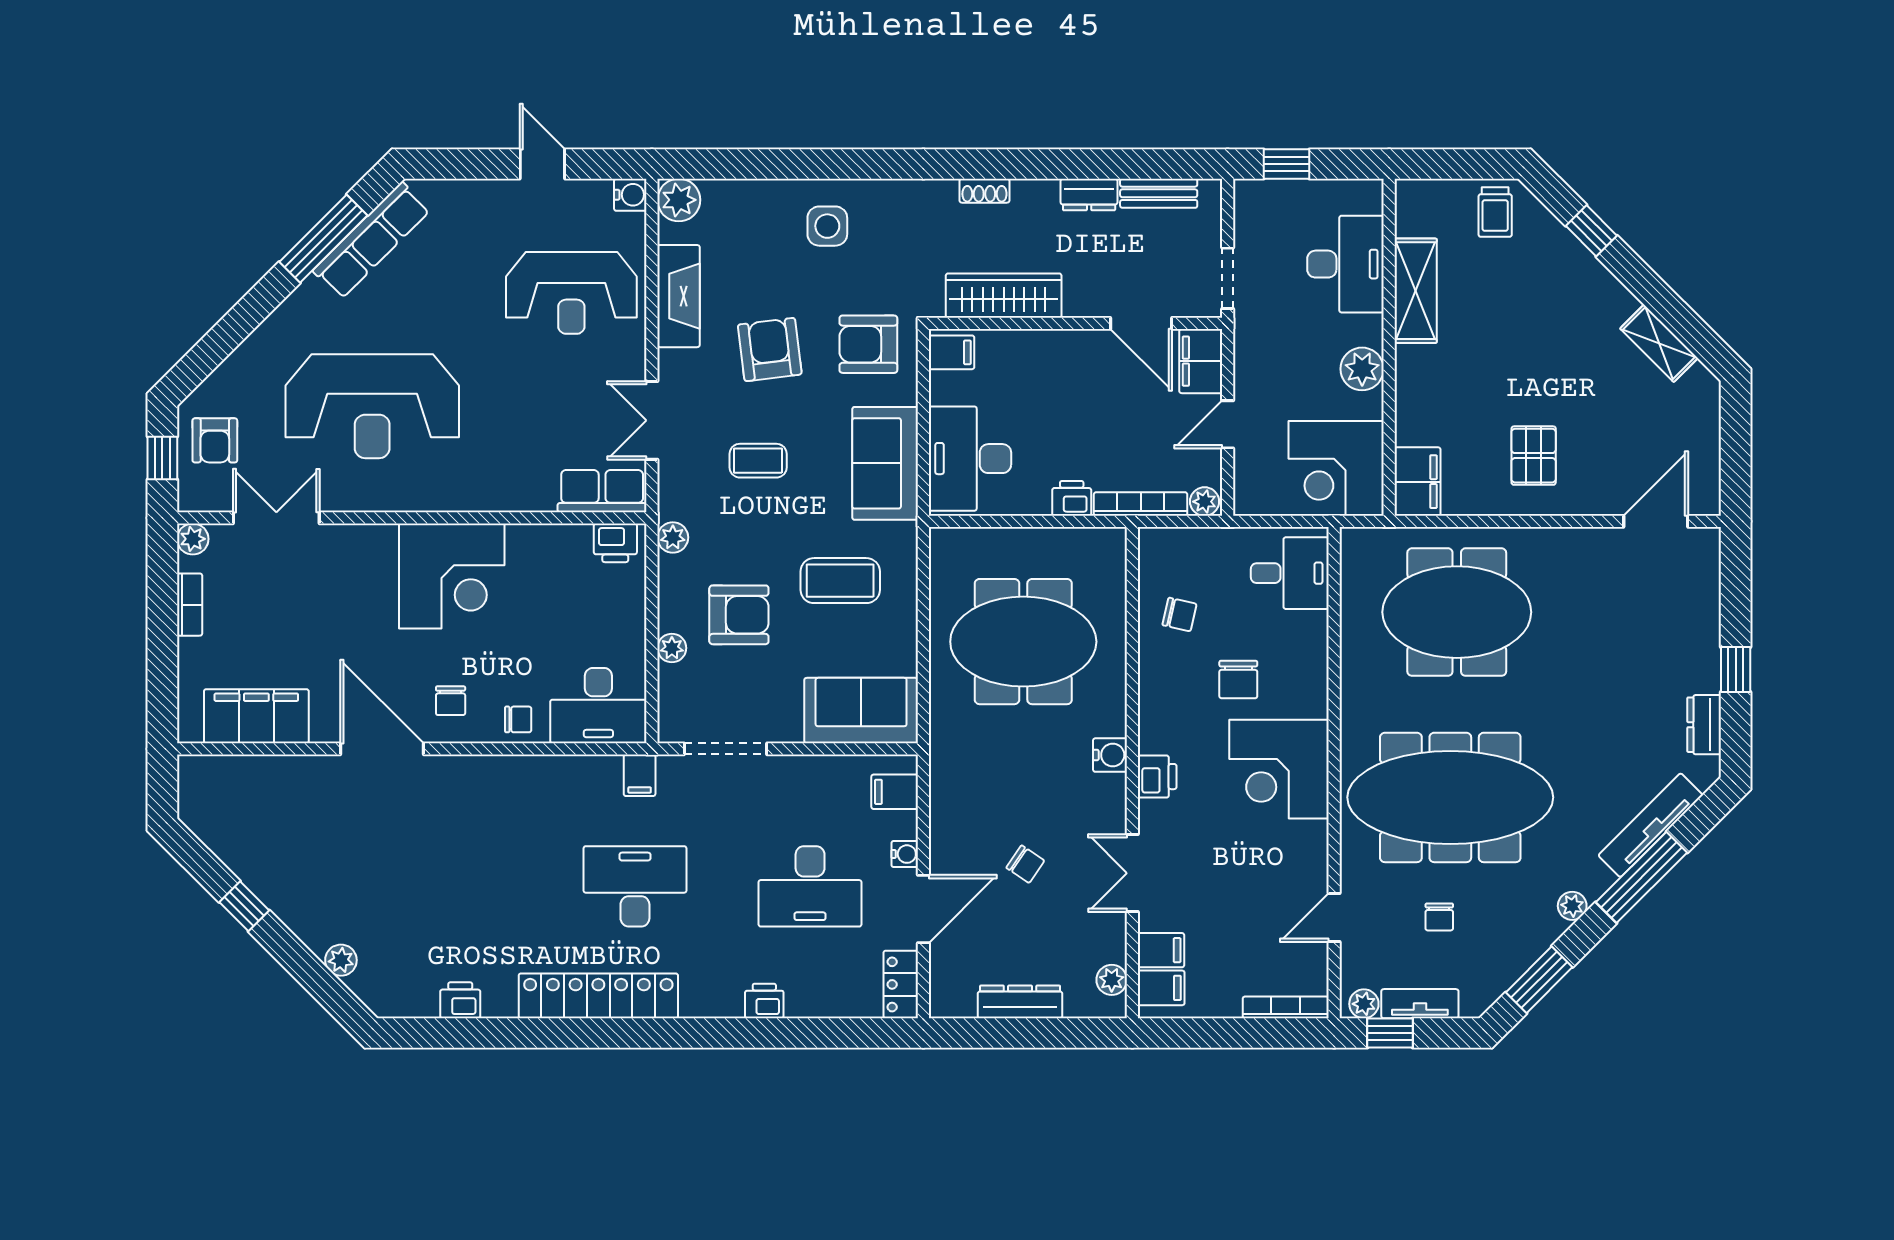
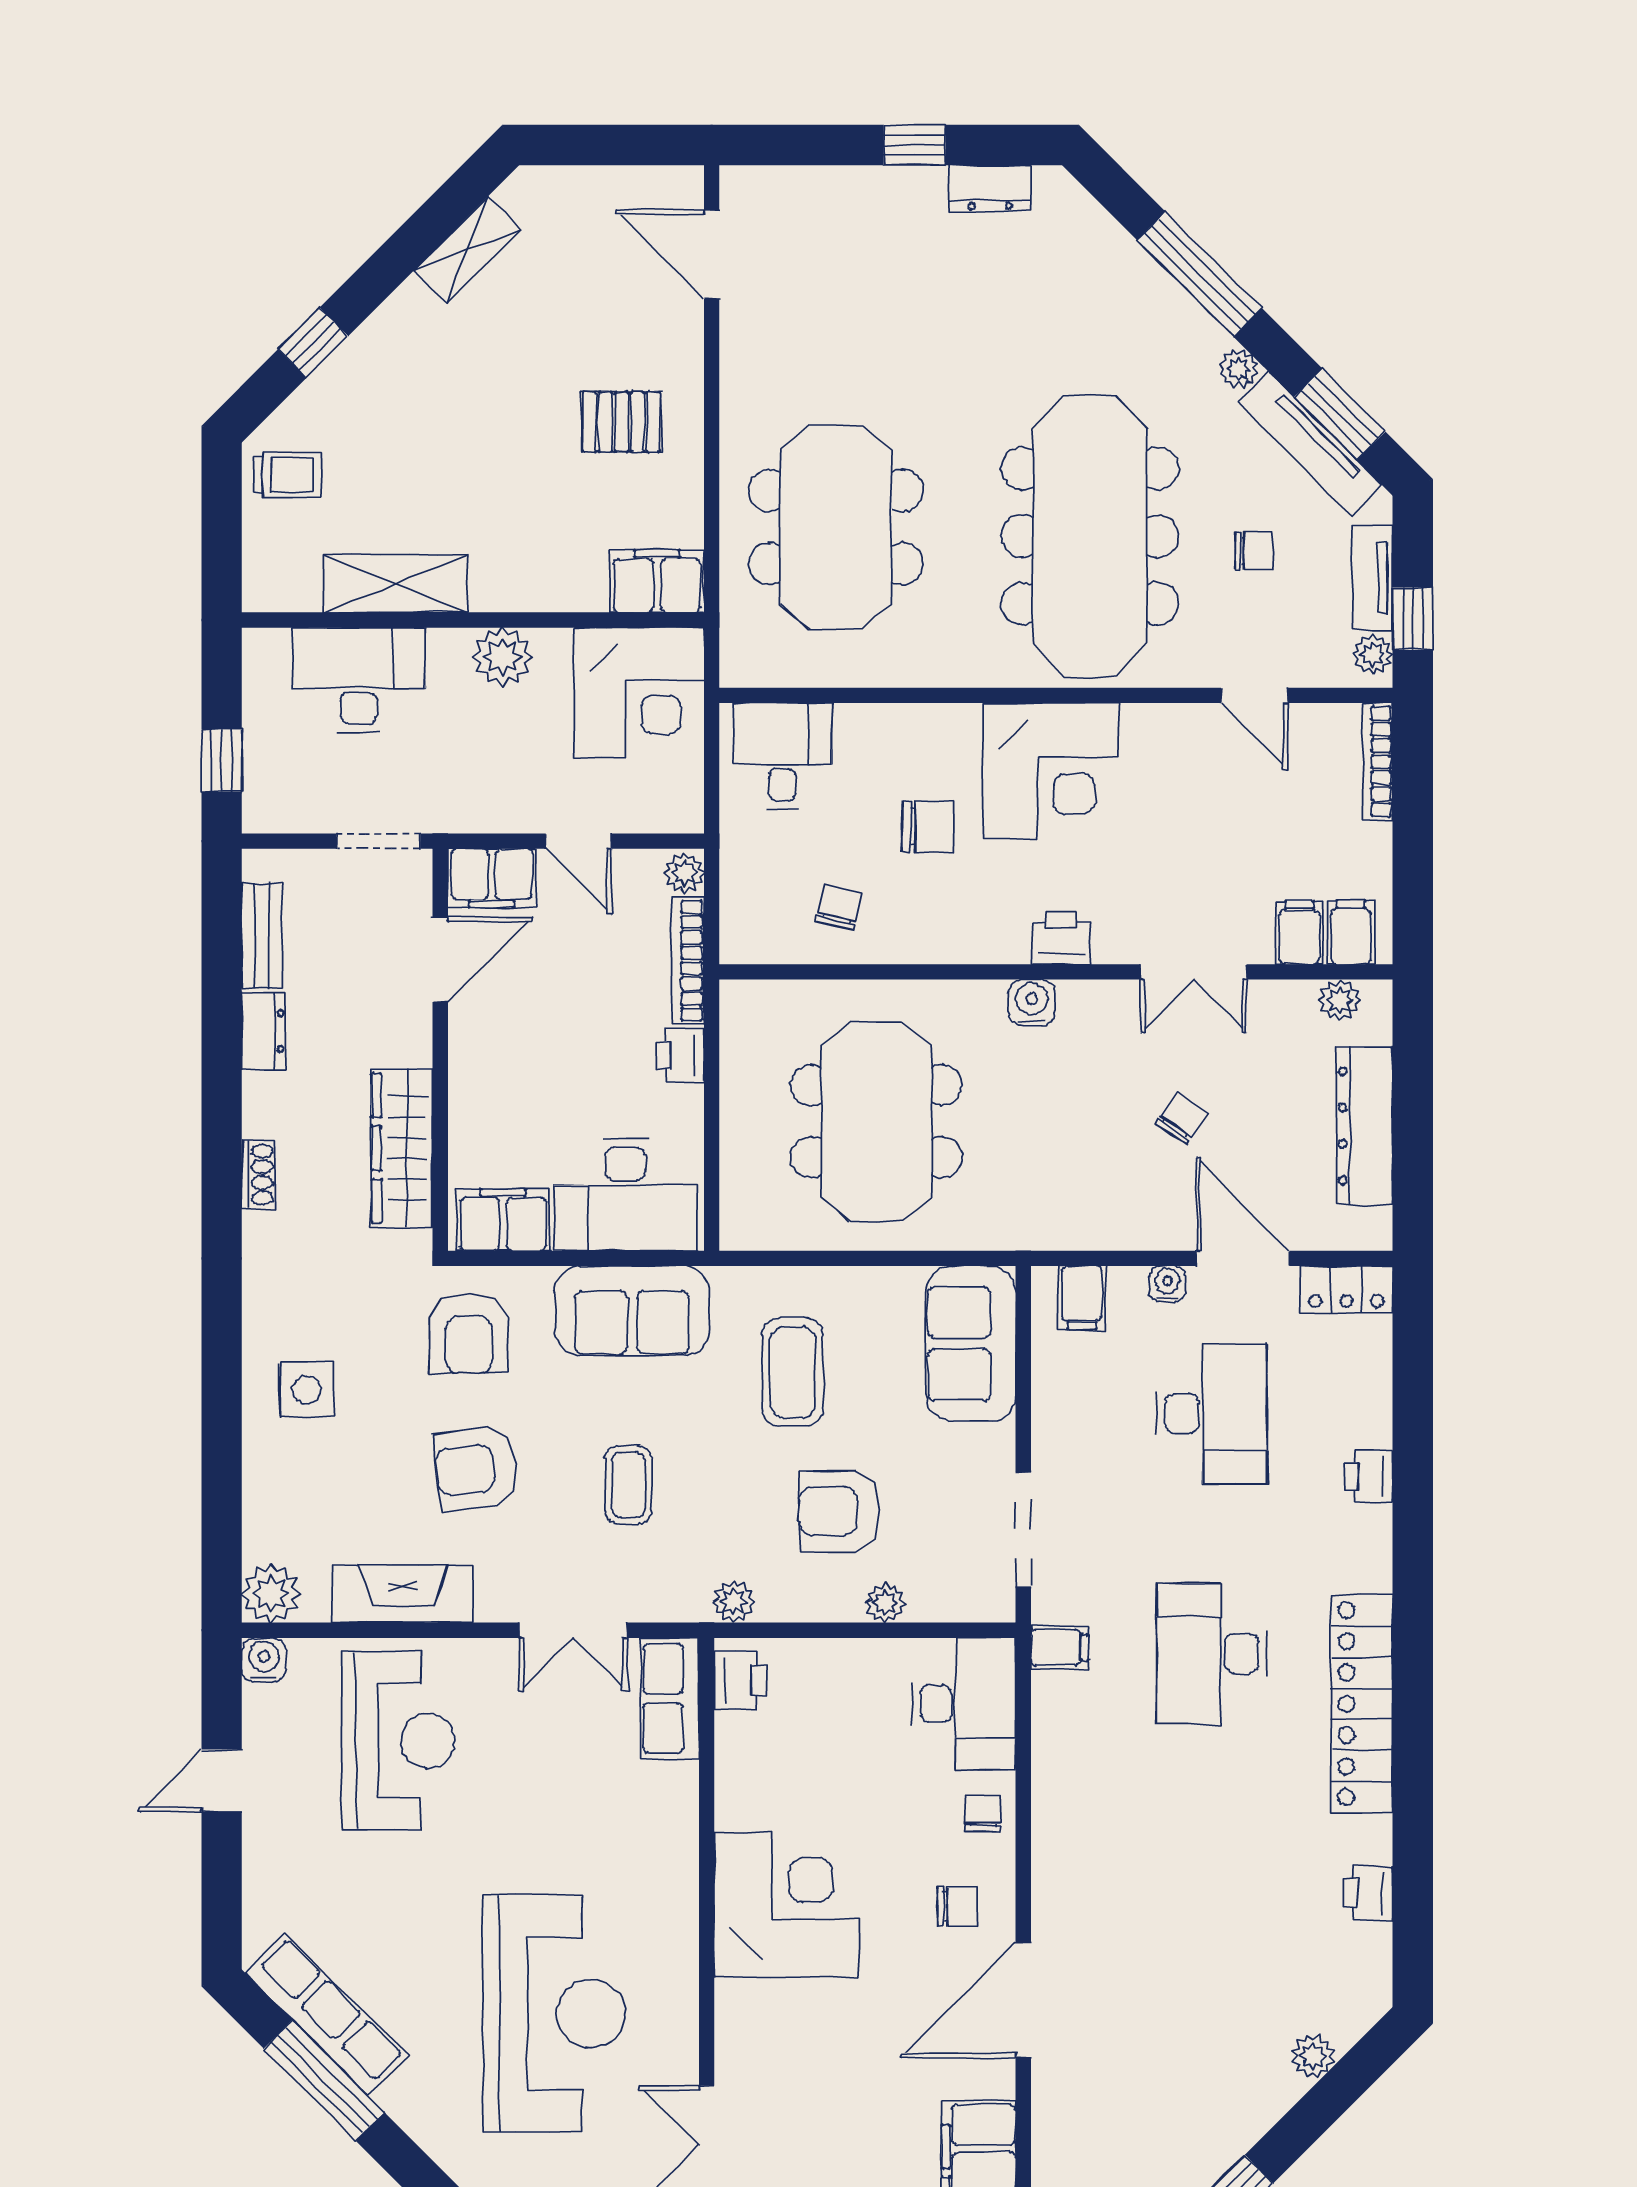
filing cabinet: (952, 352) -> (503, 1220), width x2.00
armchair: (739, 615) -> (840, 1511), turned -90
tv unit: (1651, 825) -> (1310, 444), moved
dresser: (1020, 1002) -> (1365, 1126), width x1.37, depth x1.24

